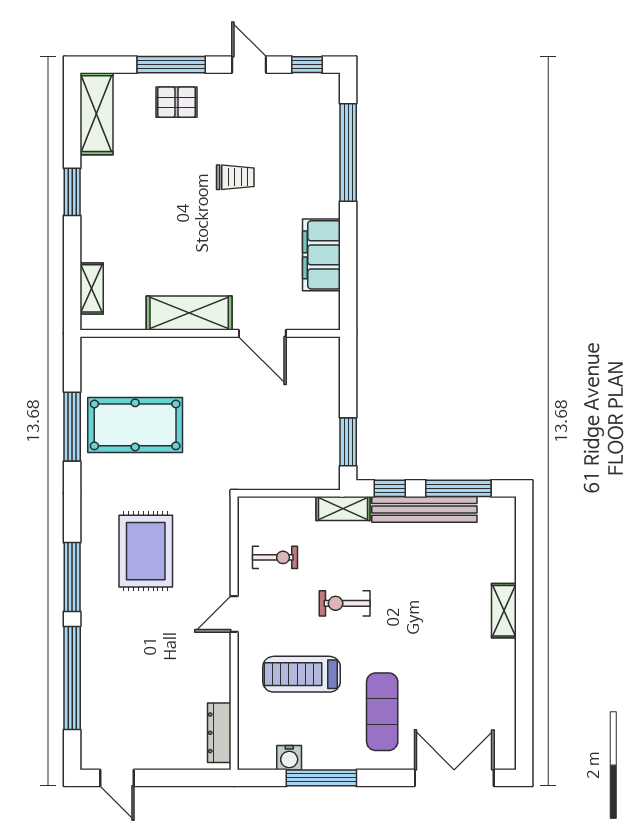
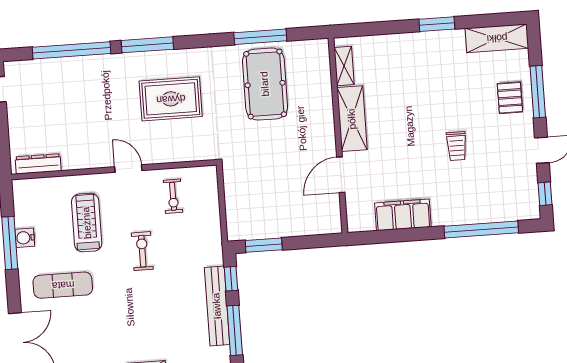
shelving: (92, 288) -> (344, 66), moved, turned 90
shelving: (343, 508) -> (213, 245), removed
water cooler: (289, 758) -> (25, 238), moved

